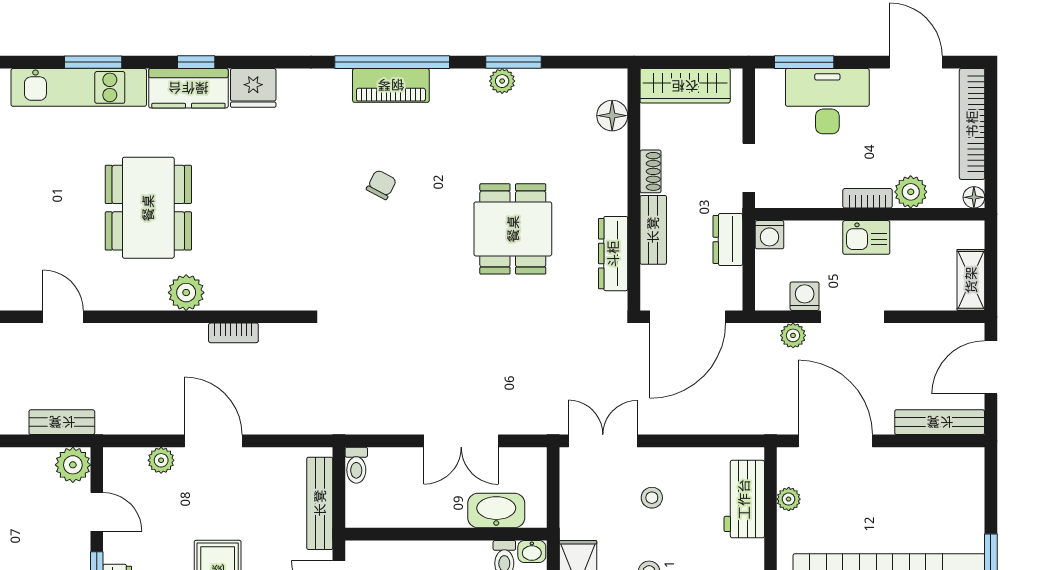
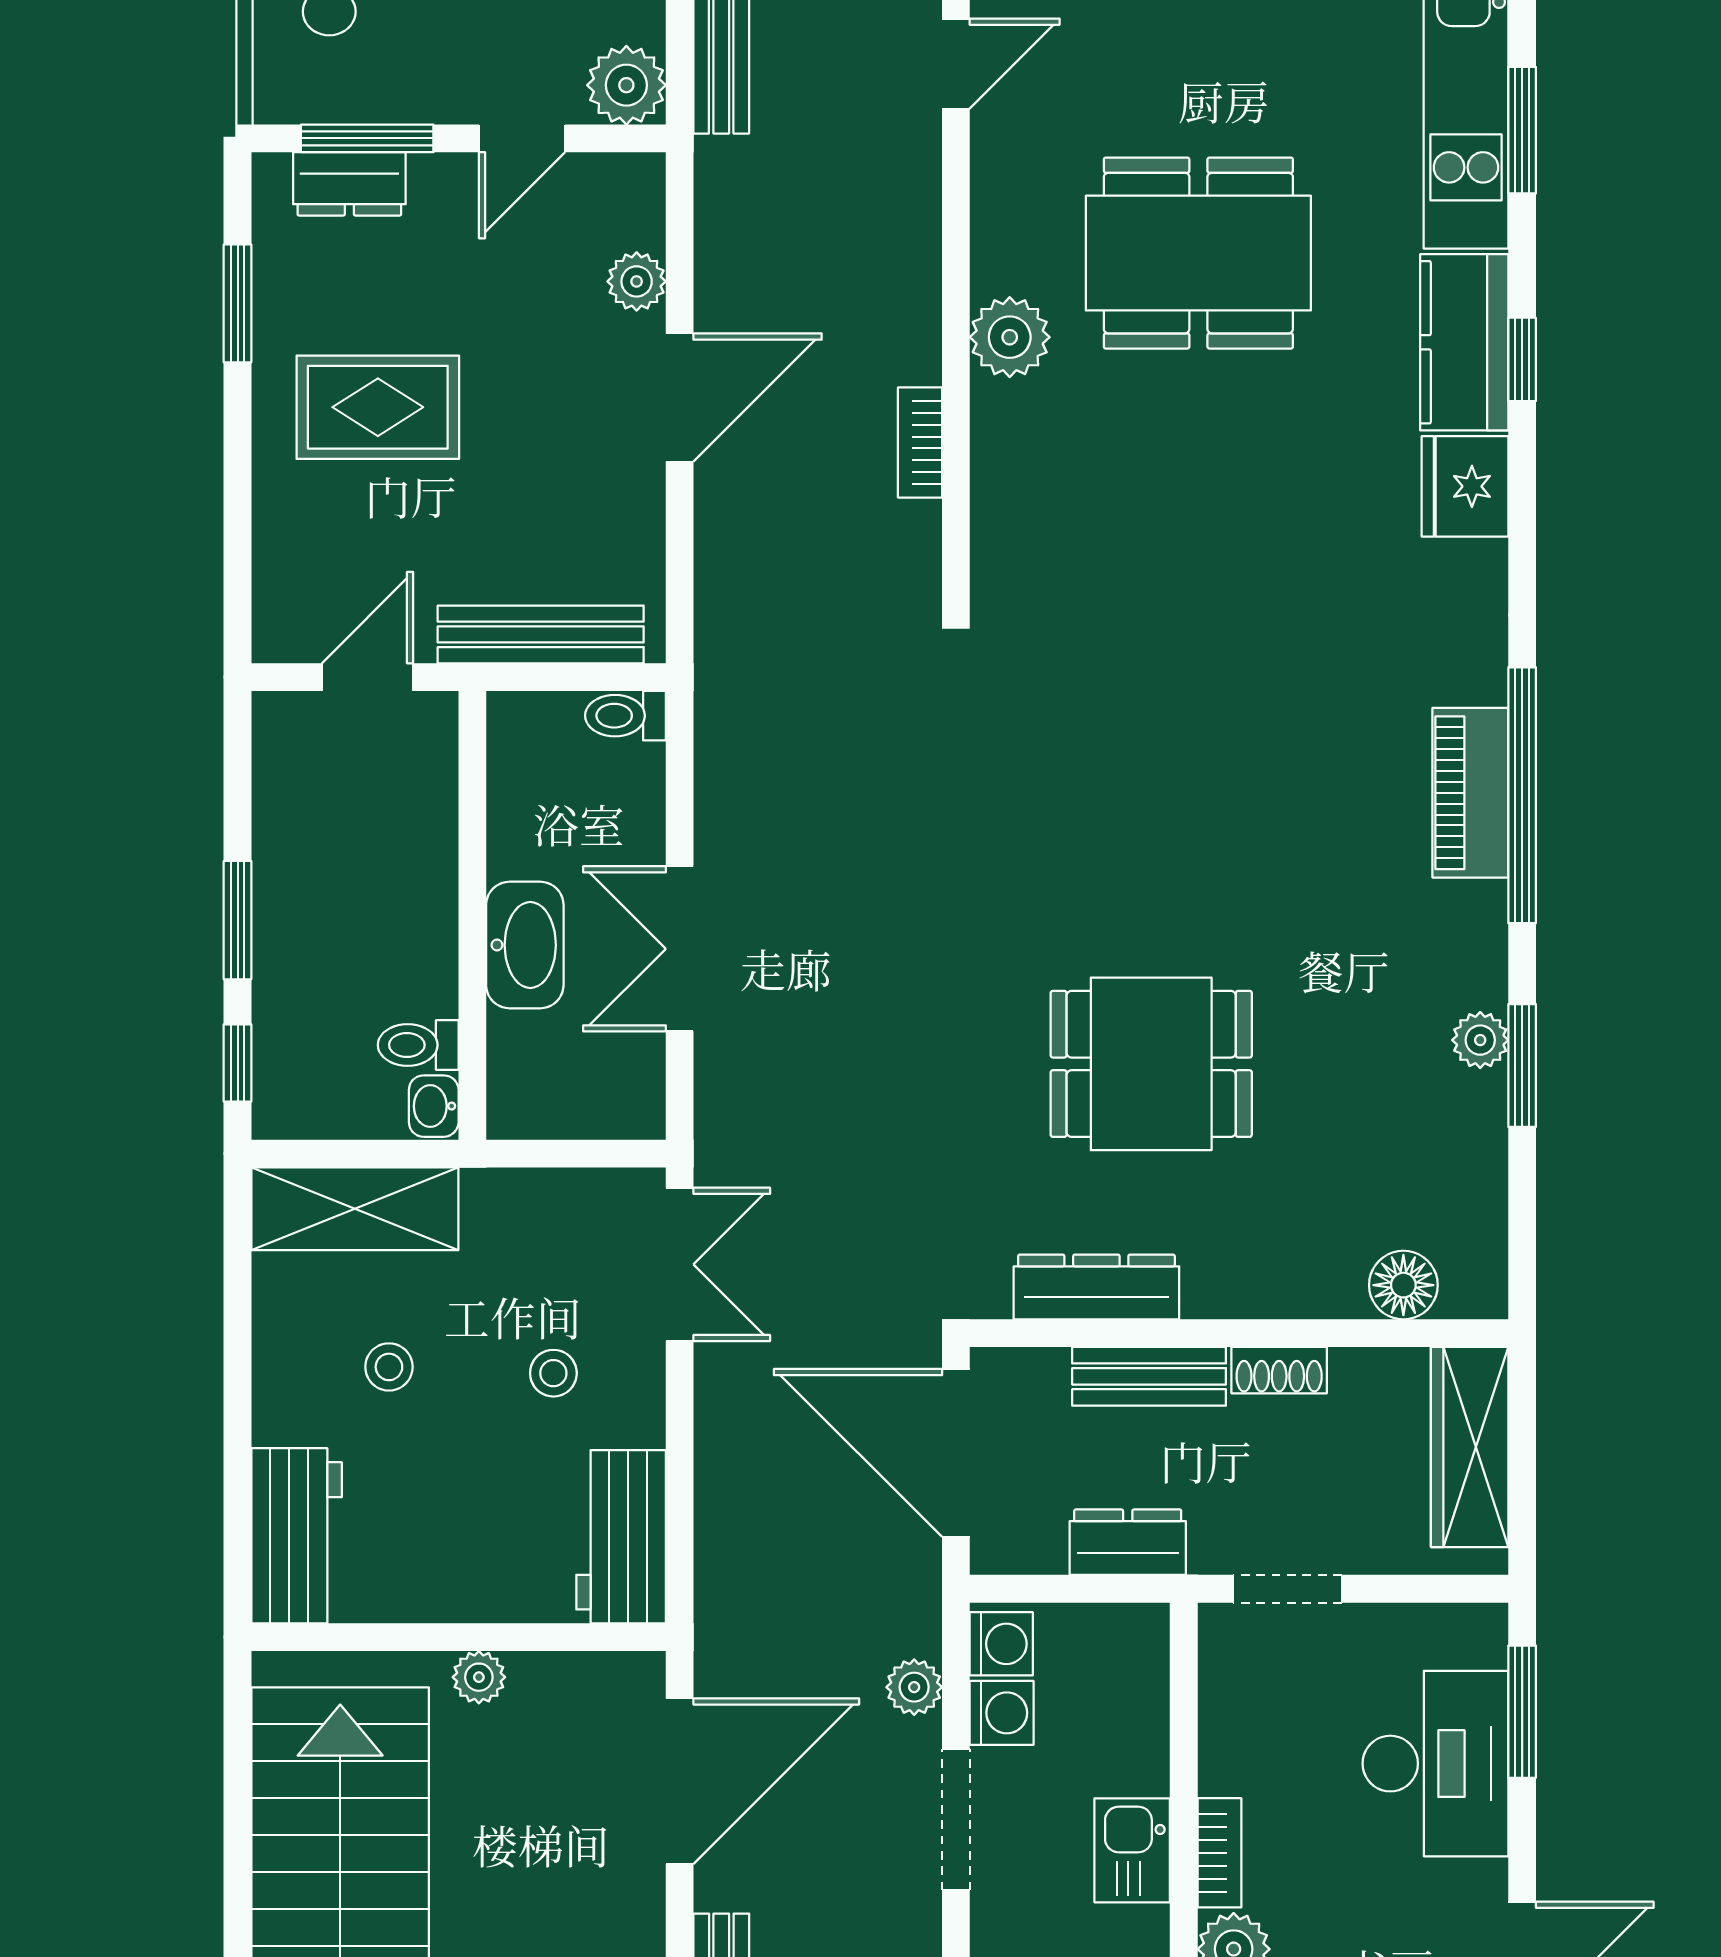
chair: (381, 185) -> (1250, 771), removed
washing machine: (770, 235) -> (1001, 1644), moved, turned 180
workbench: (744, 499) -> (621, 1537), moved, turned -90
plant: (789, 499) -> (479, 1677), moved
washbasin: (496, 510) -> (525, 945), moved

